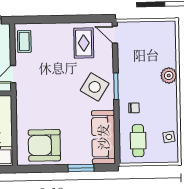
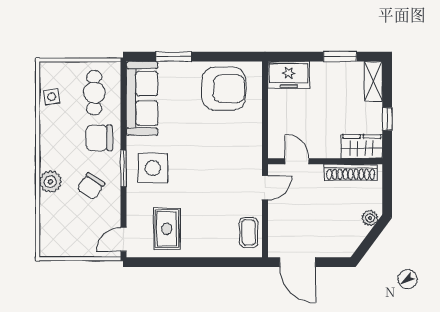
door: (115, 35) -> (123, 239), swing flipped
chair: (139, 73) -> (91, 186), added
side table: (95, 87) -> (153, 168), turned -32
chair: (134, 108) -> (99, 138), width x1.87, depth x1.87

